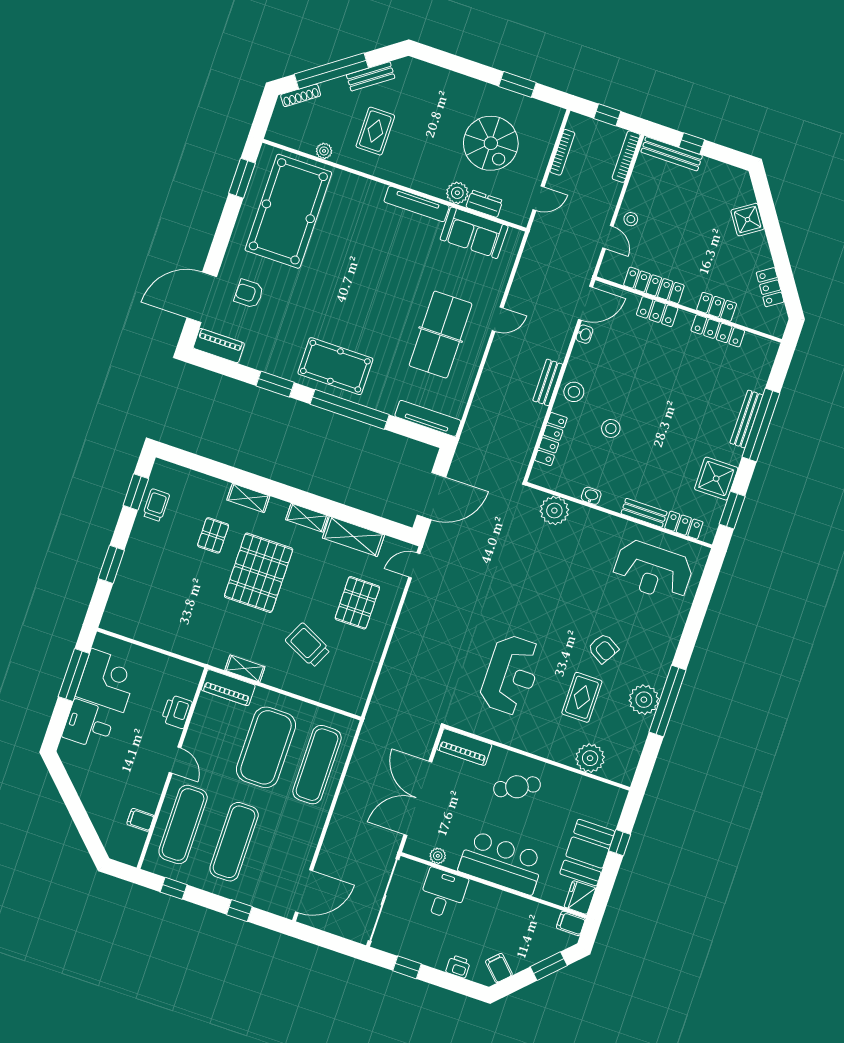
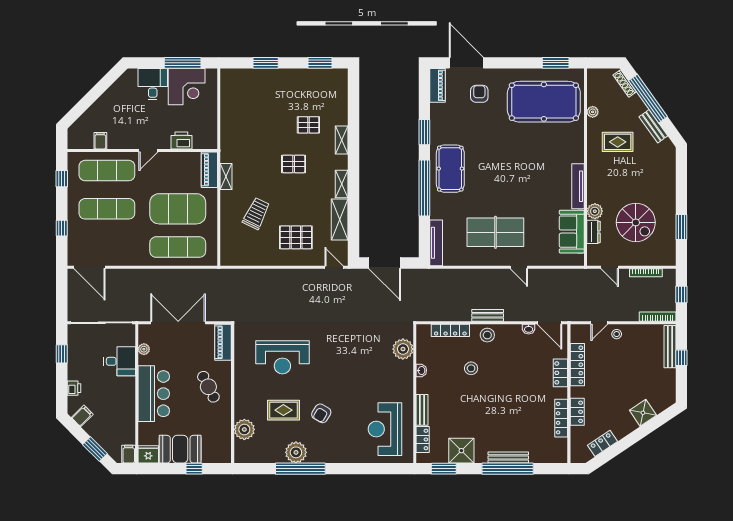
spiral stairs: (491, 143) -> (636, 222), turned -90
trolley: (156, 505) -> (316, 80), removed
pallet: (259, 573) -> (294, 164), width x0.49, depth x0.50

